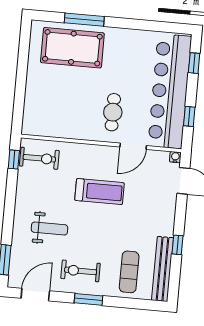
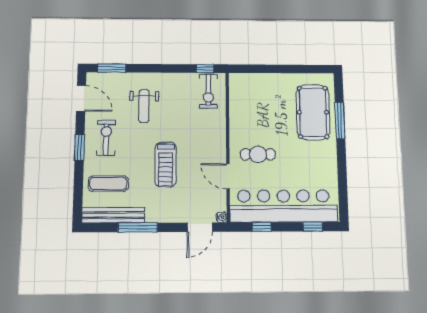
treadmill: (100, 192) -> (166, 164), moved
window: (178, 245) -> (138, 228), width x2.17

